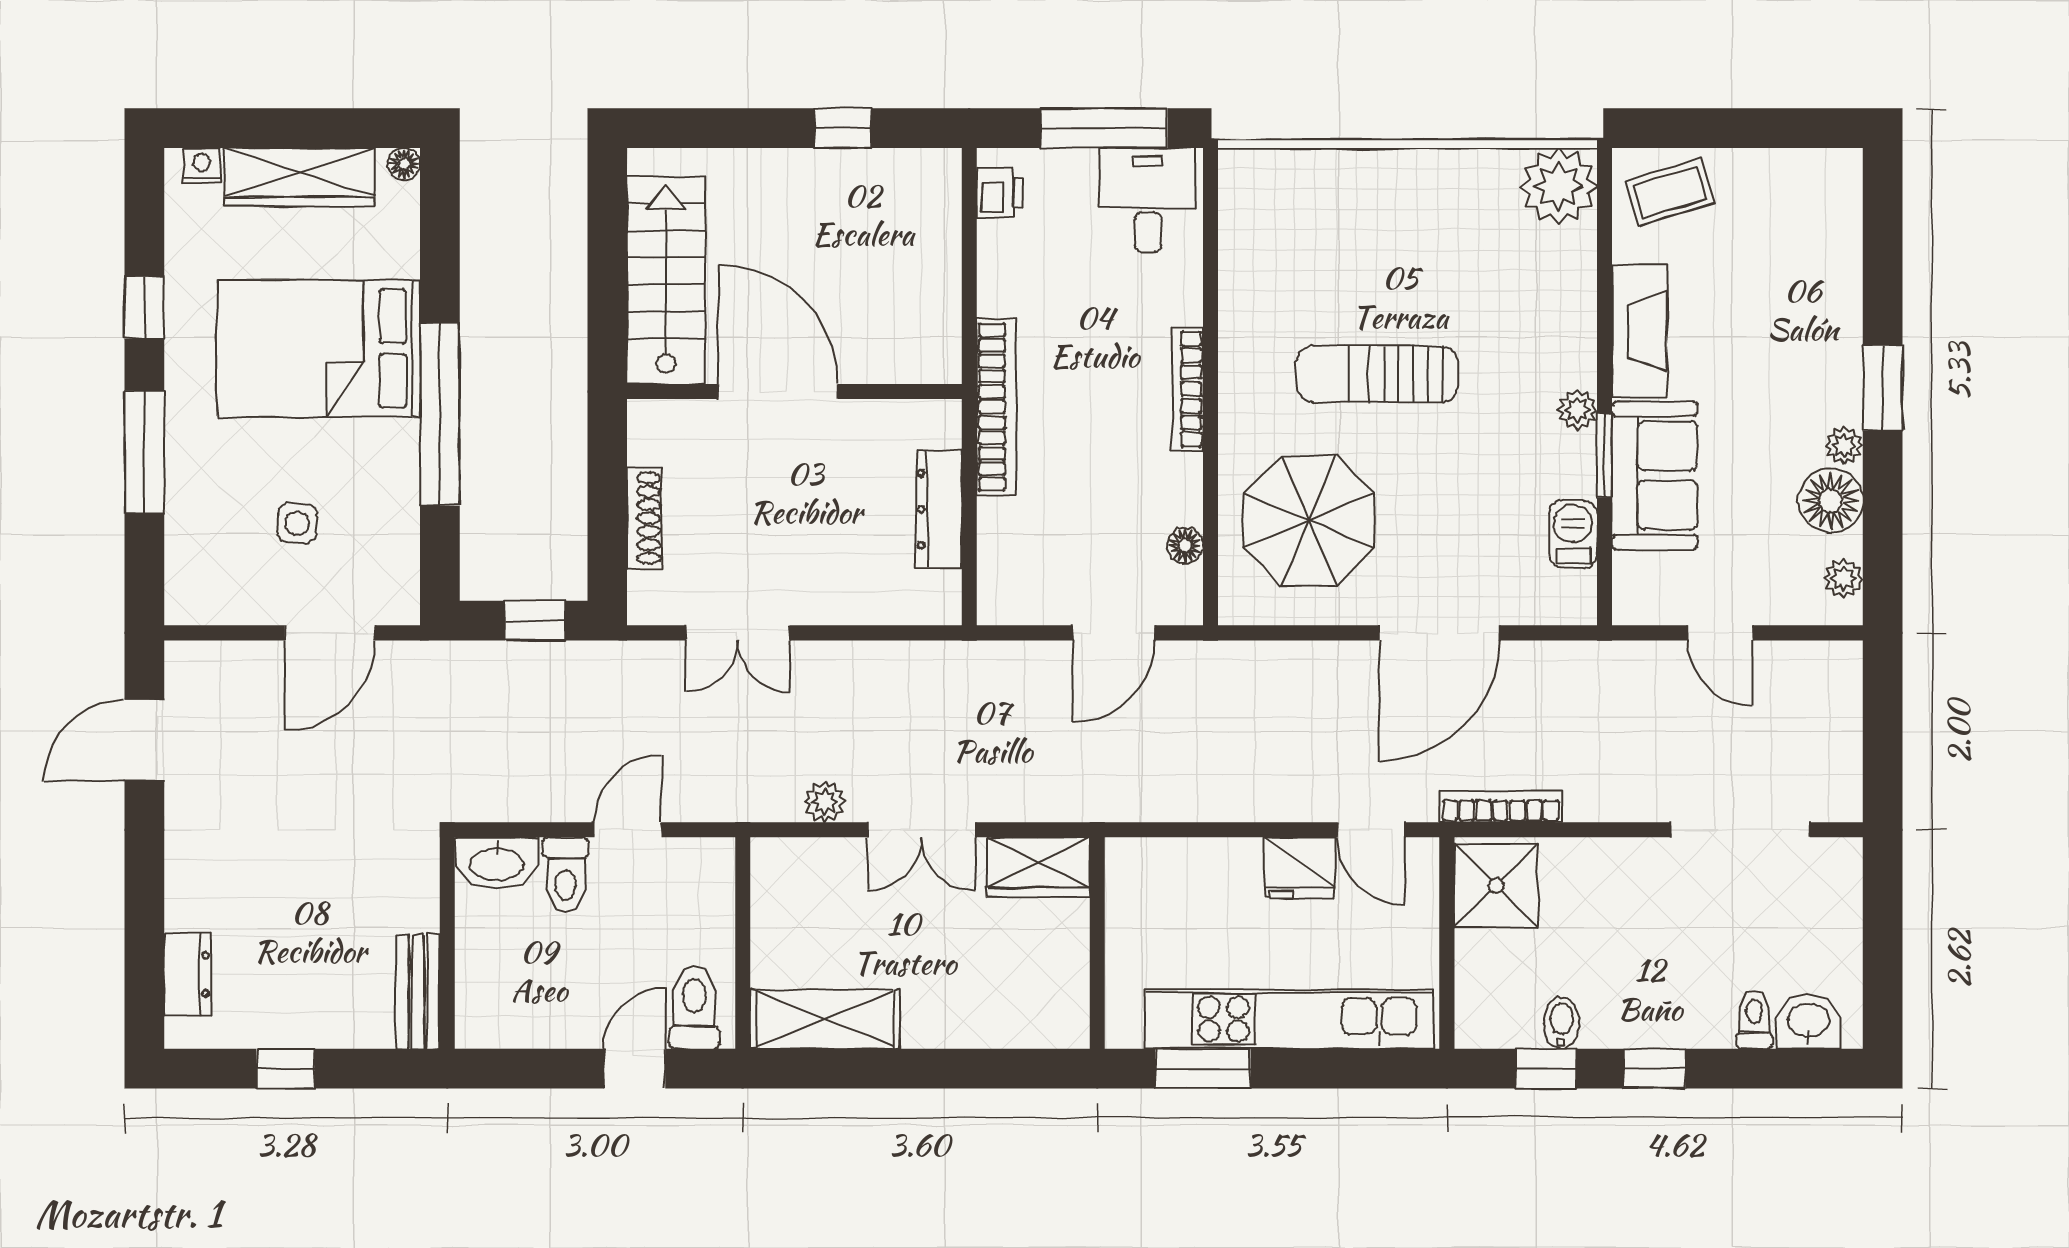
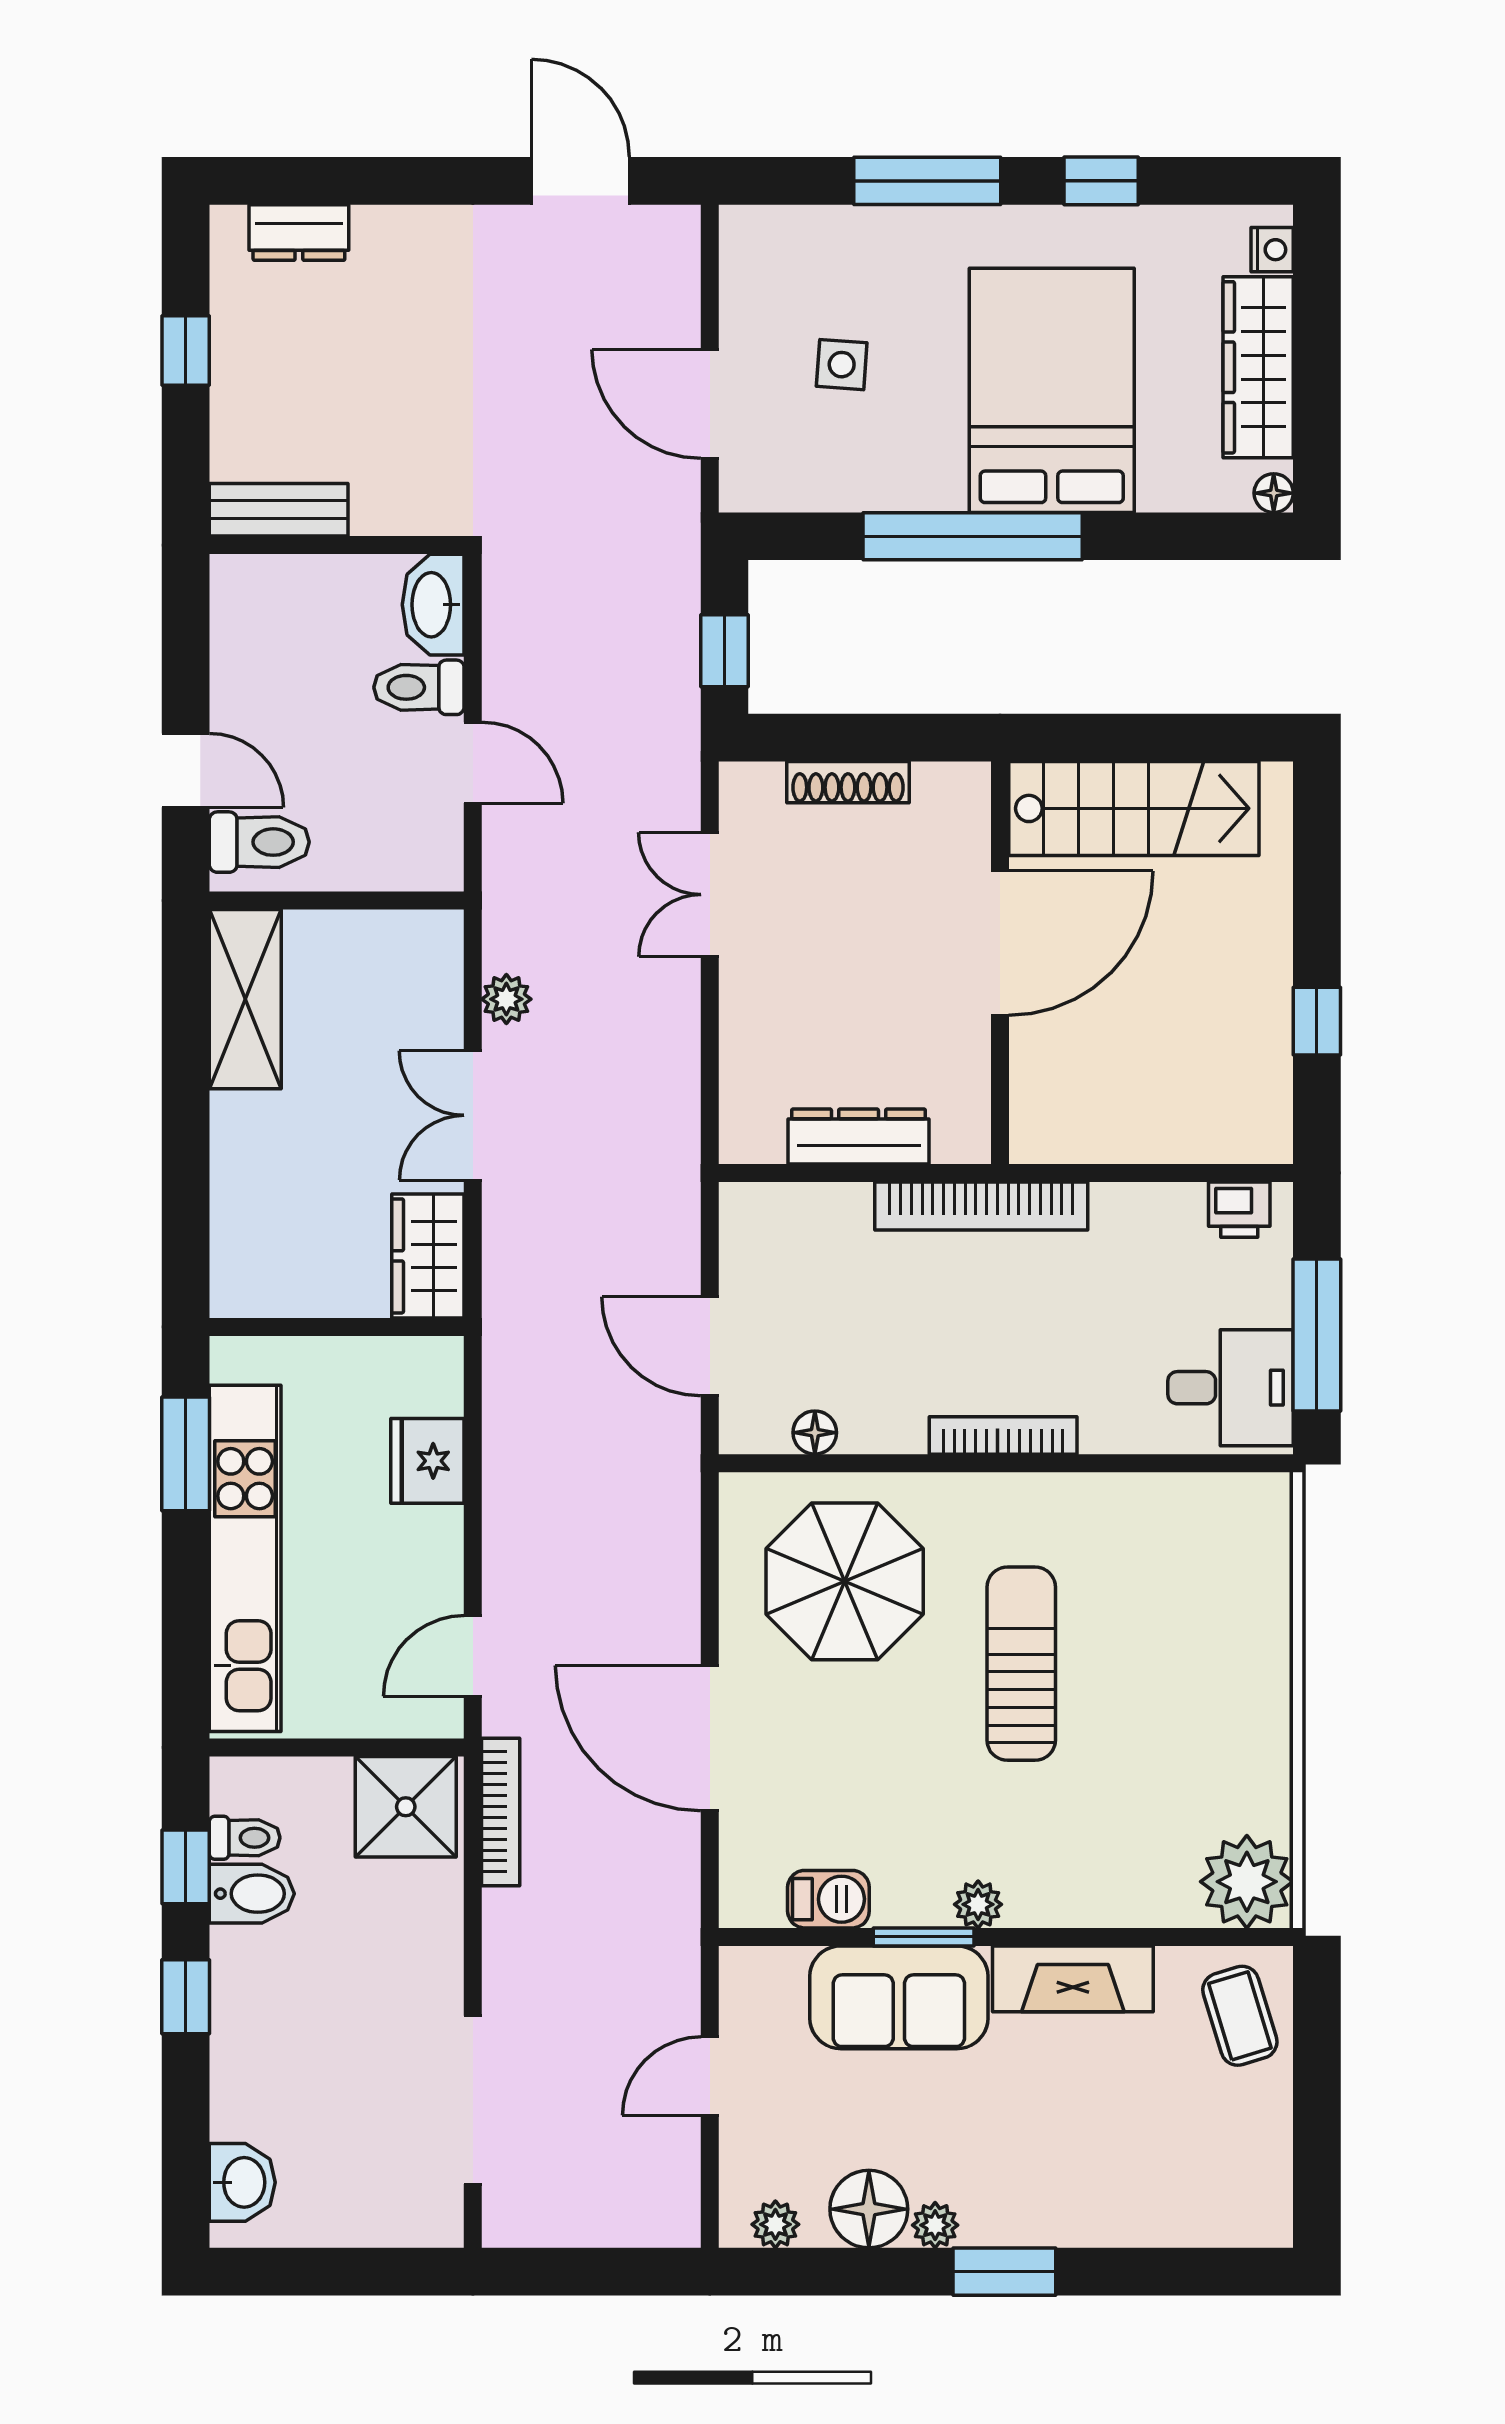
fridge: (1300, 868) -> (427, 1461), moved
toilet: (1754, 1020) -> (245, 1838), moved
bidet: (1562, 1023) -> (252, 1894), width x1.38, depth x1.36

